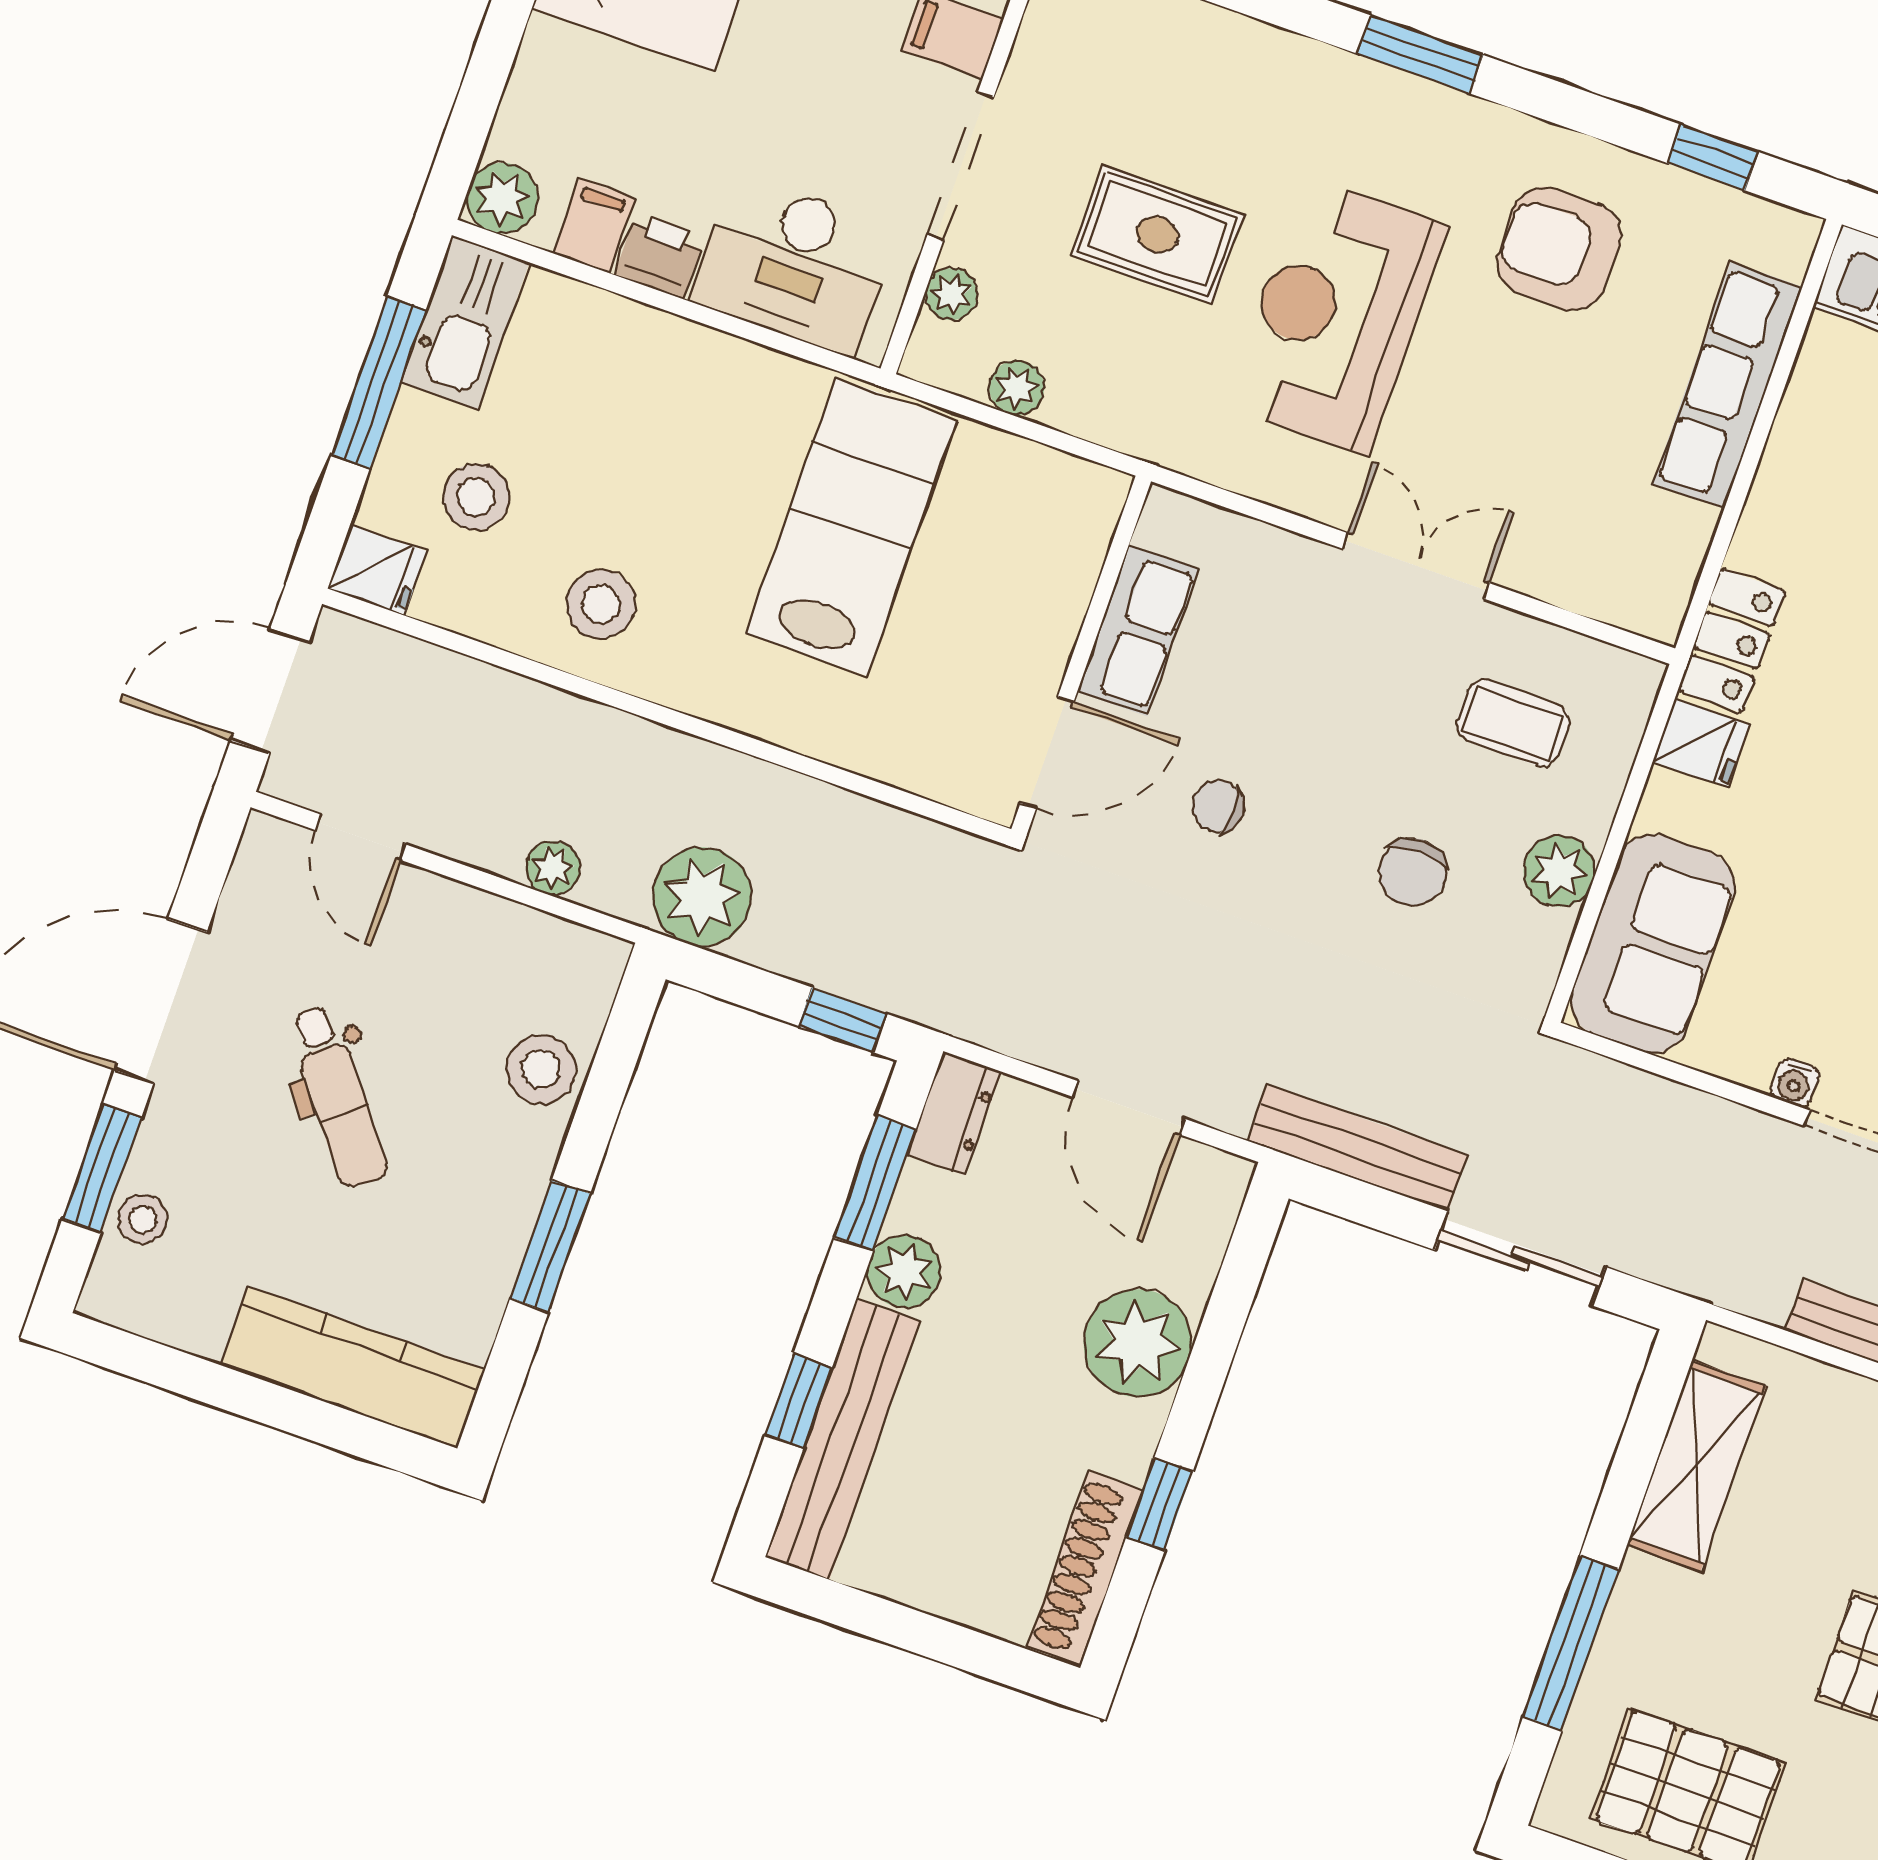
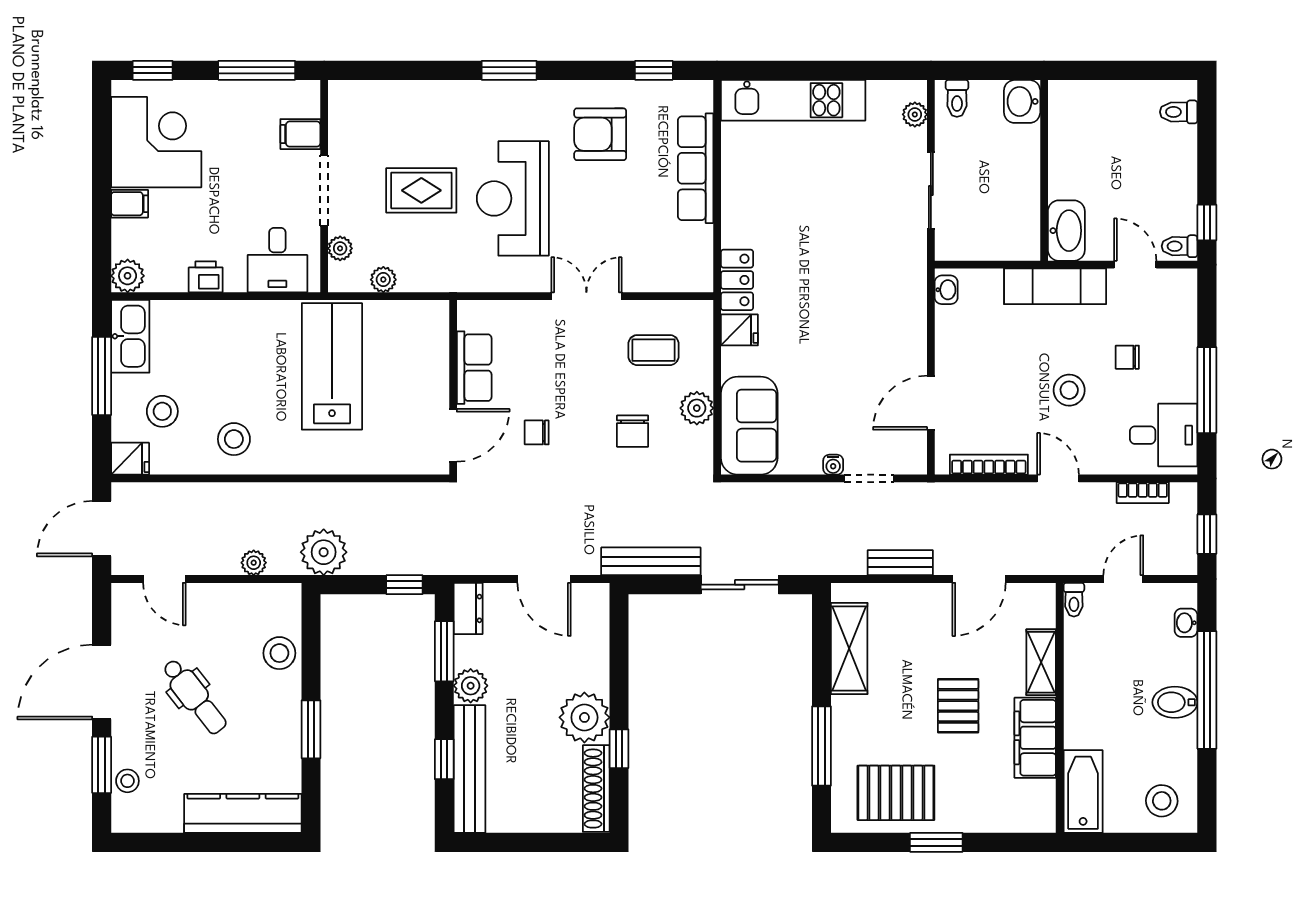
filing cabinet: (594, 226) -> (130, 204), moved, turned 90
desk: (794, 265) -> (277, 260), width x0.73
plant: (1138, 1343) -> (584, 717), moved

